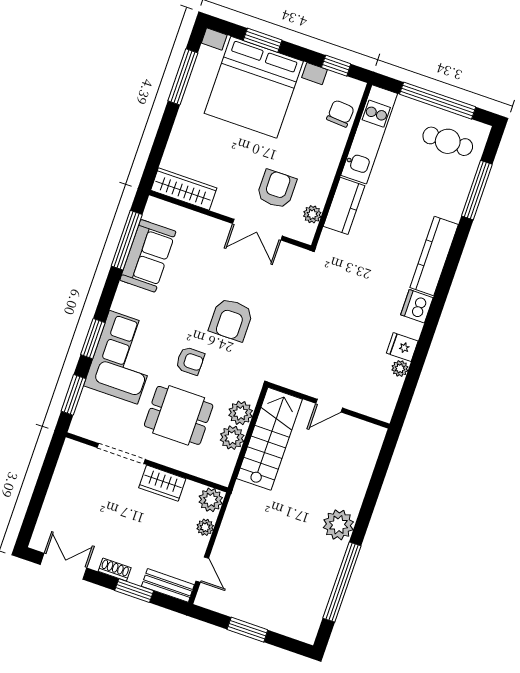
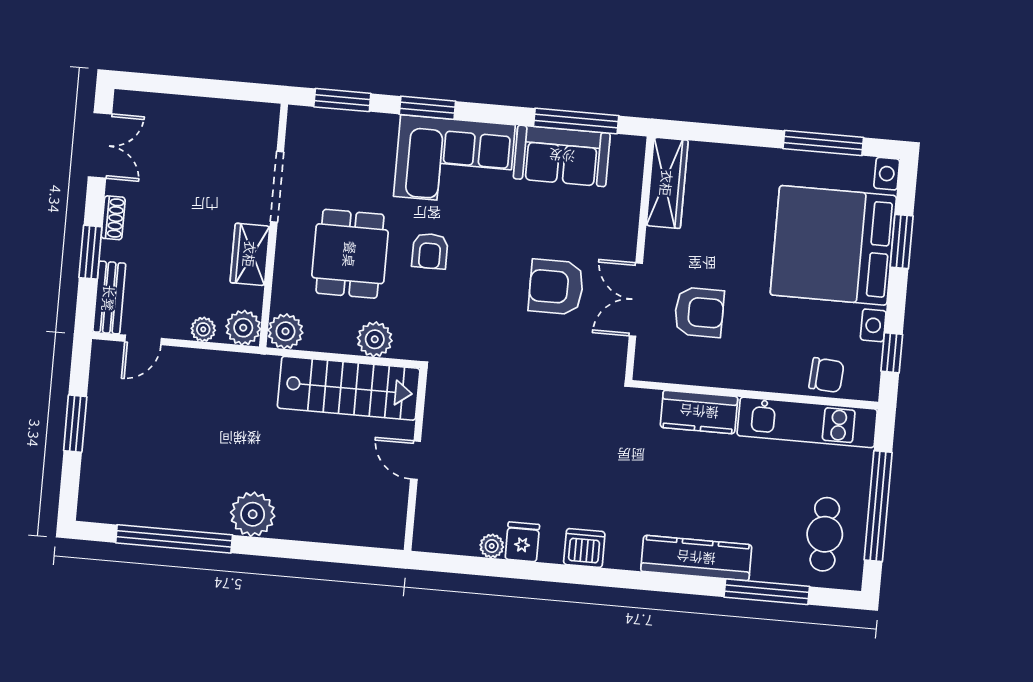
plant: (312, 214) -> (676, 371), removed
kitchen counter: (434, 256) -> (696, 558), moved
armchair: (231, 320) -> (556, 287), moved
corner sofa: (123, 357) -> (454, 161), moved
plant: (232, 438) -> (285, 331), moved

